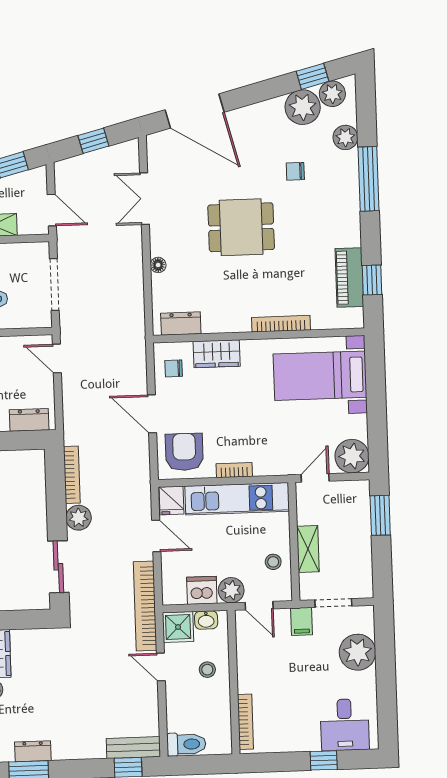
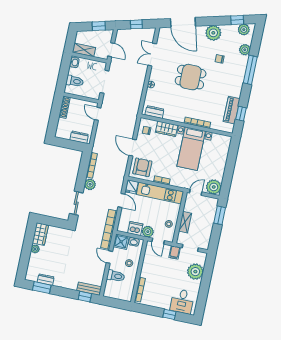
plant: (303, 107) -> (213, 33), moved
bed with nightstands: (320, 376) -> (191, 149), moved, turned -90
toilet: (186, 744) -> (116, 276), moved

